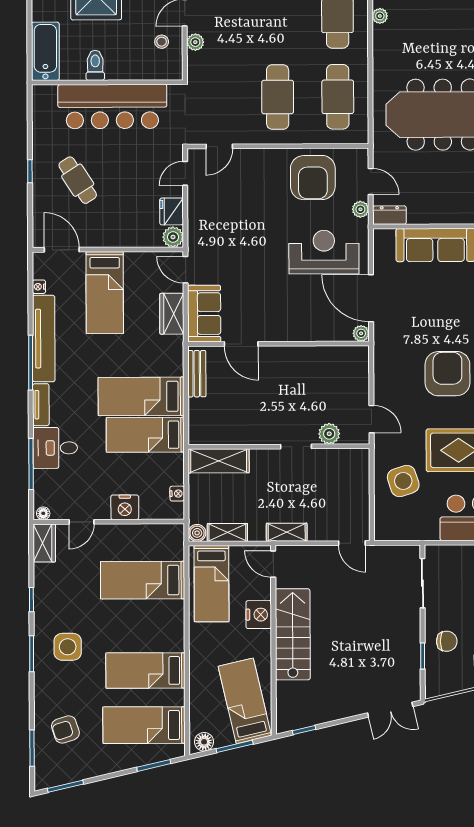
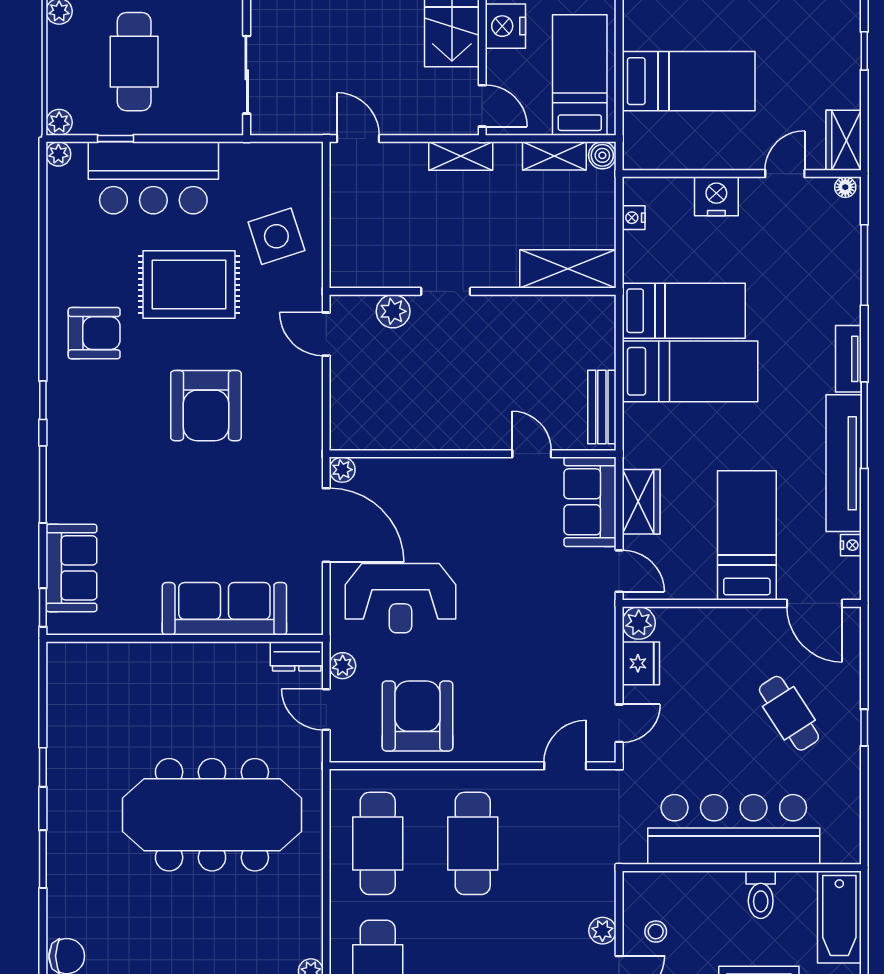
door: (241, 344) -> (532, 454), width x0.73
desk: (55, 448) -> (826, 290), removed

